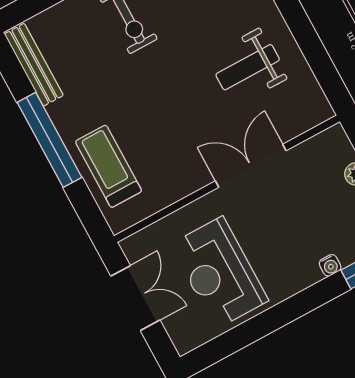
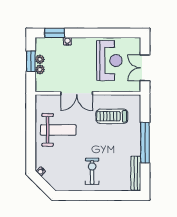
weight bench: (248, 67) -> (58, 130), width x1.36, depth x1.33
treadmill: (108, 166) -> (112, 116), moved, turned 90

